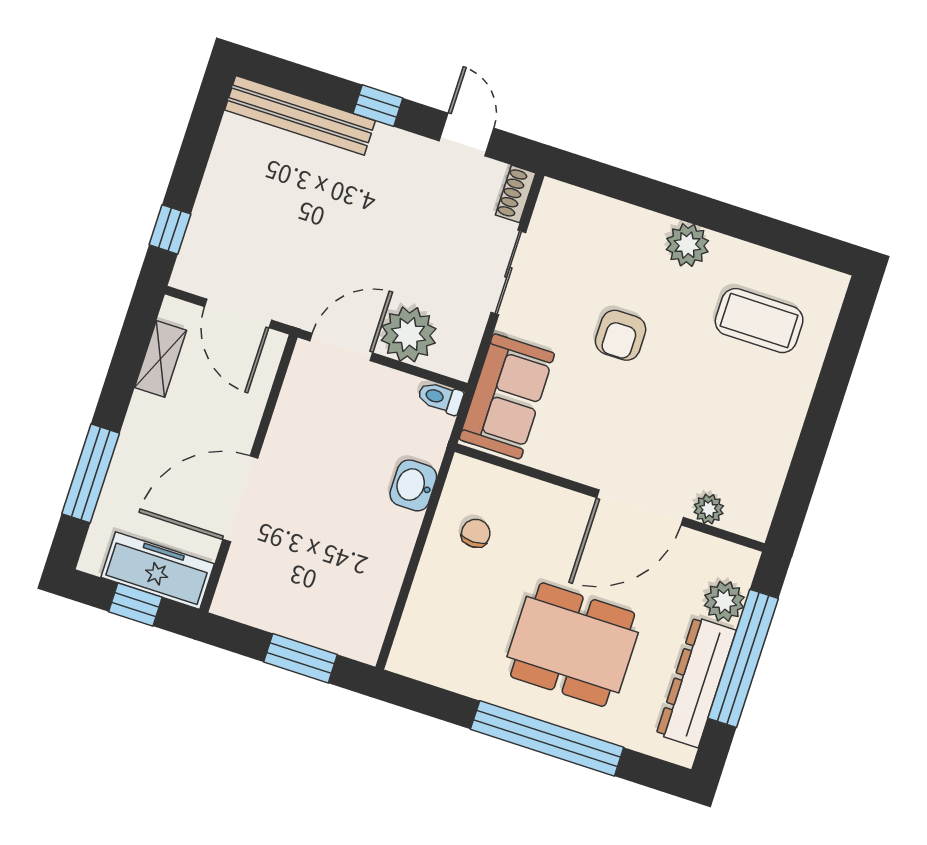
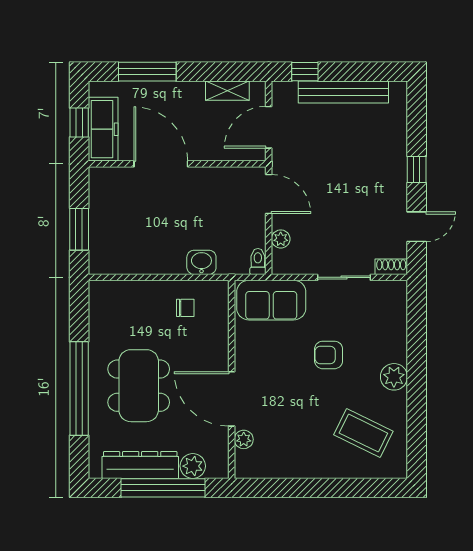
bench: (300, 115) -> (343, 92), moved, turned 90
coffee table: (759, 321) -> (363, 433), turned -64
plant: (409, 334) -> (281, 239), width x0.53, depth x0.53

